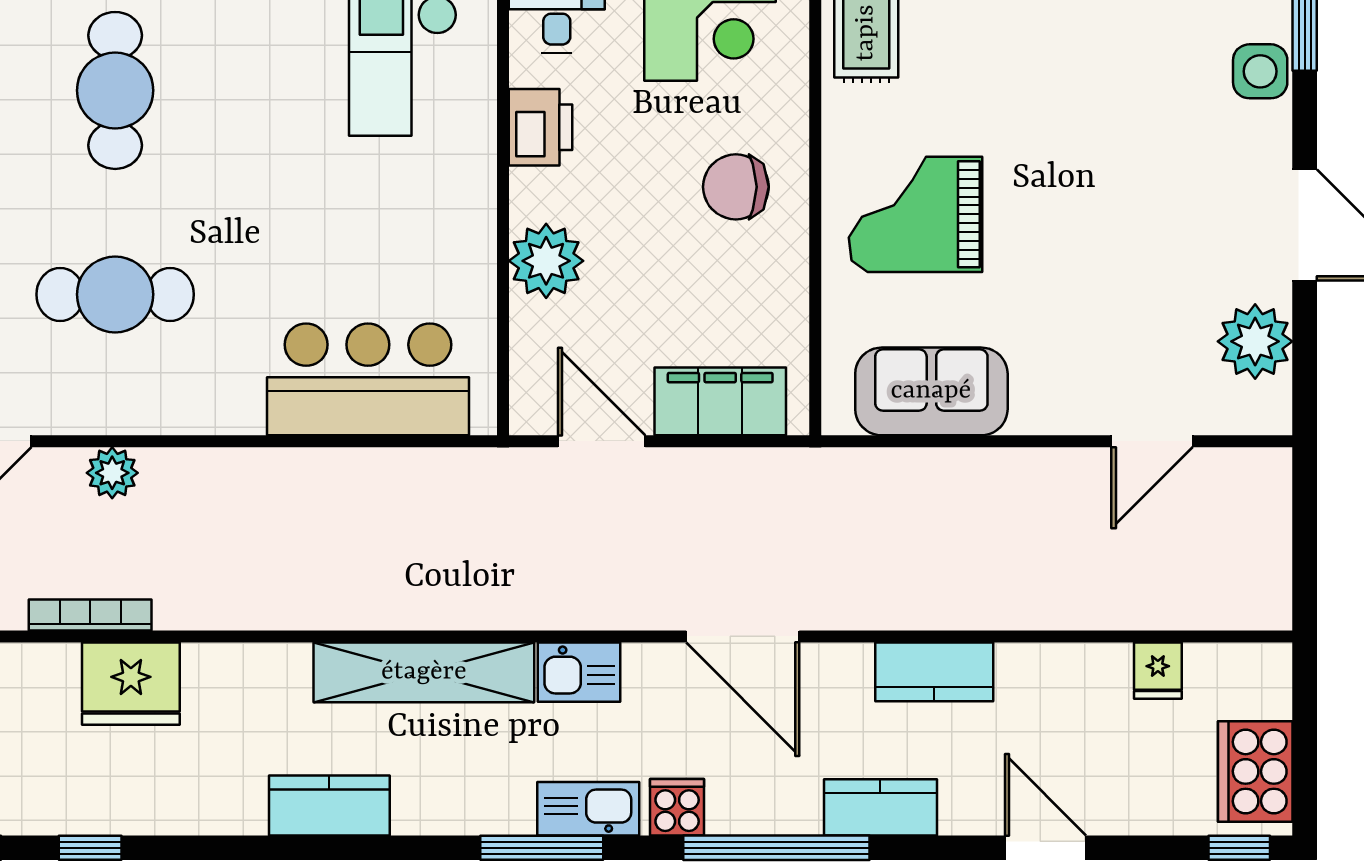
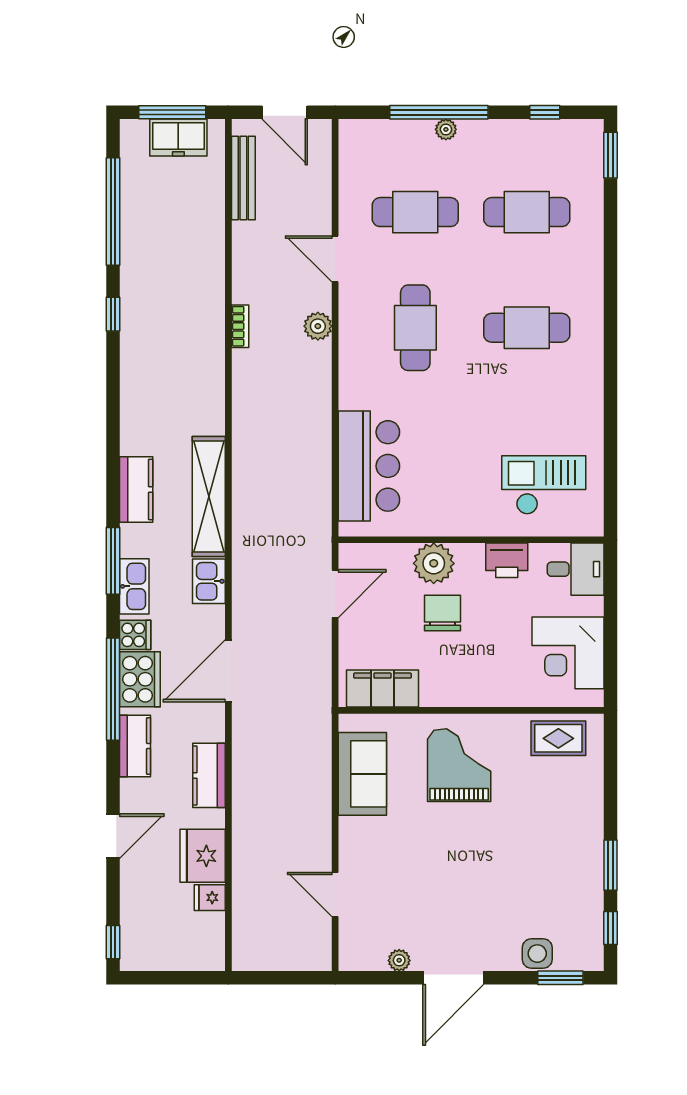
chair: (736, 187) -> (443, 613), moved
plant: (1255, 341) -> (399, 960), width x0.53, depth x0.53
filing cabinet: (720, 401) -> (382, 689), moved, turned -90
bookcase: (90, 615) -> (240, 326), width x0.64
fridge: (131, 684) -> (203, 856), moved
cooker: (1255, 771) -> (140, 679), moved, turned 90
kitchen counter: (329, 805) -> (136, 489), moved

